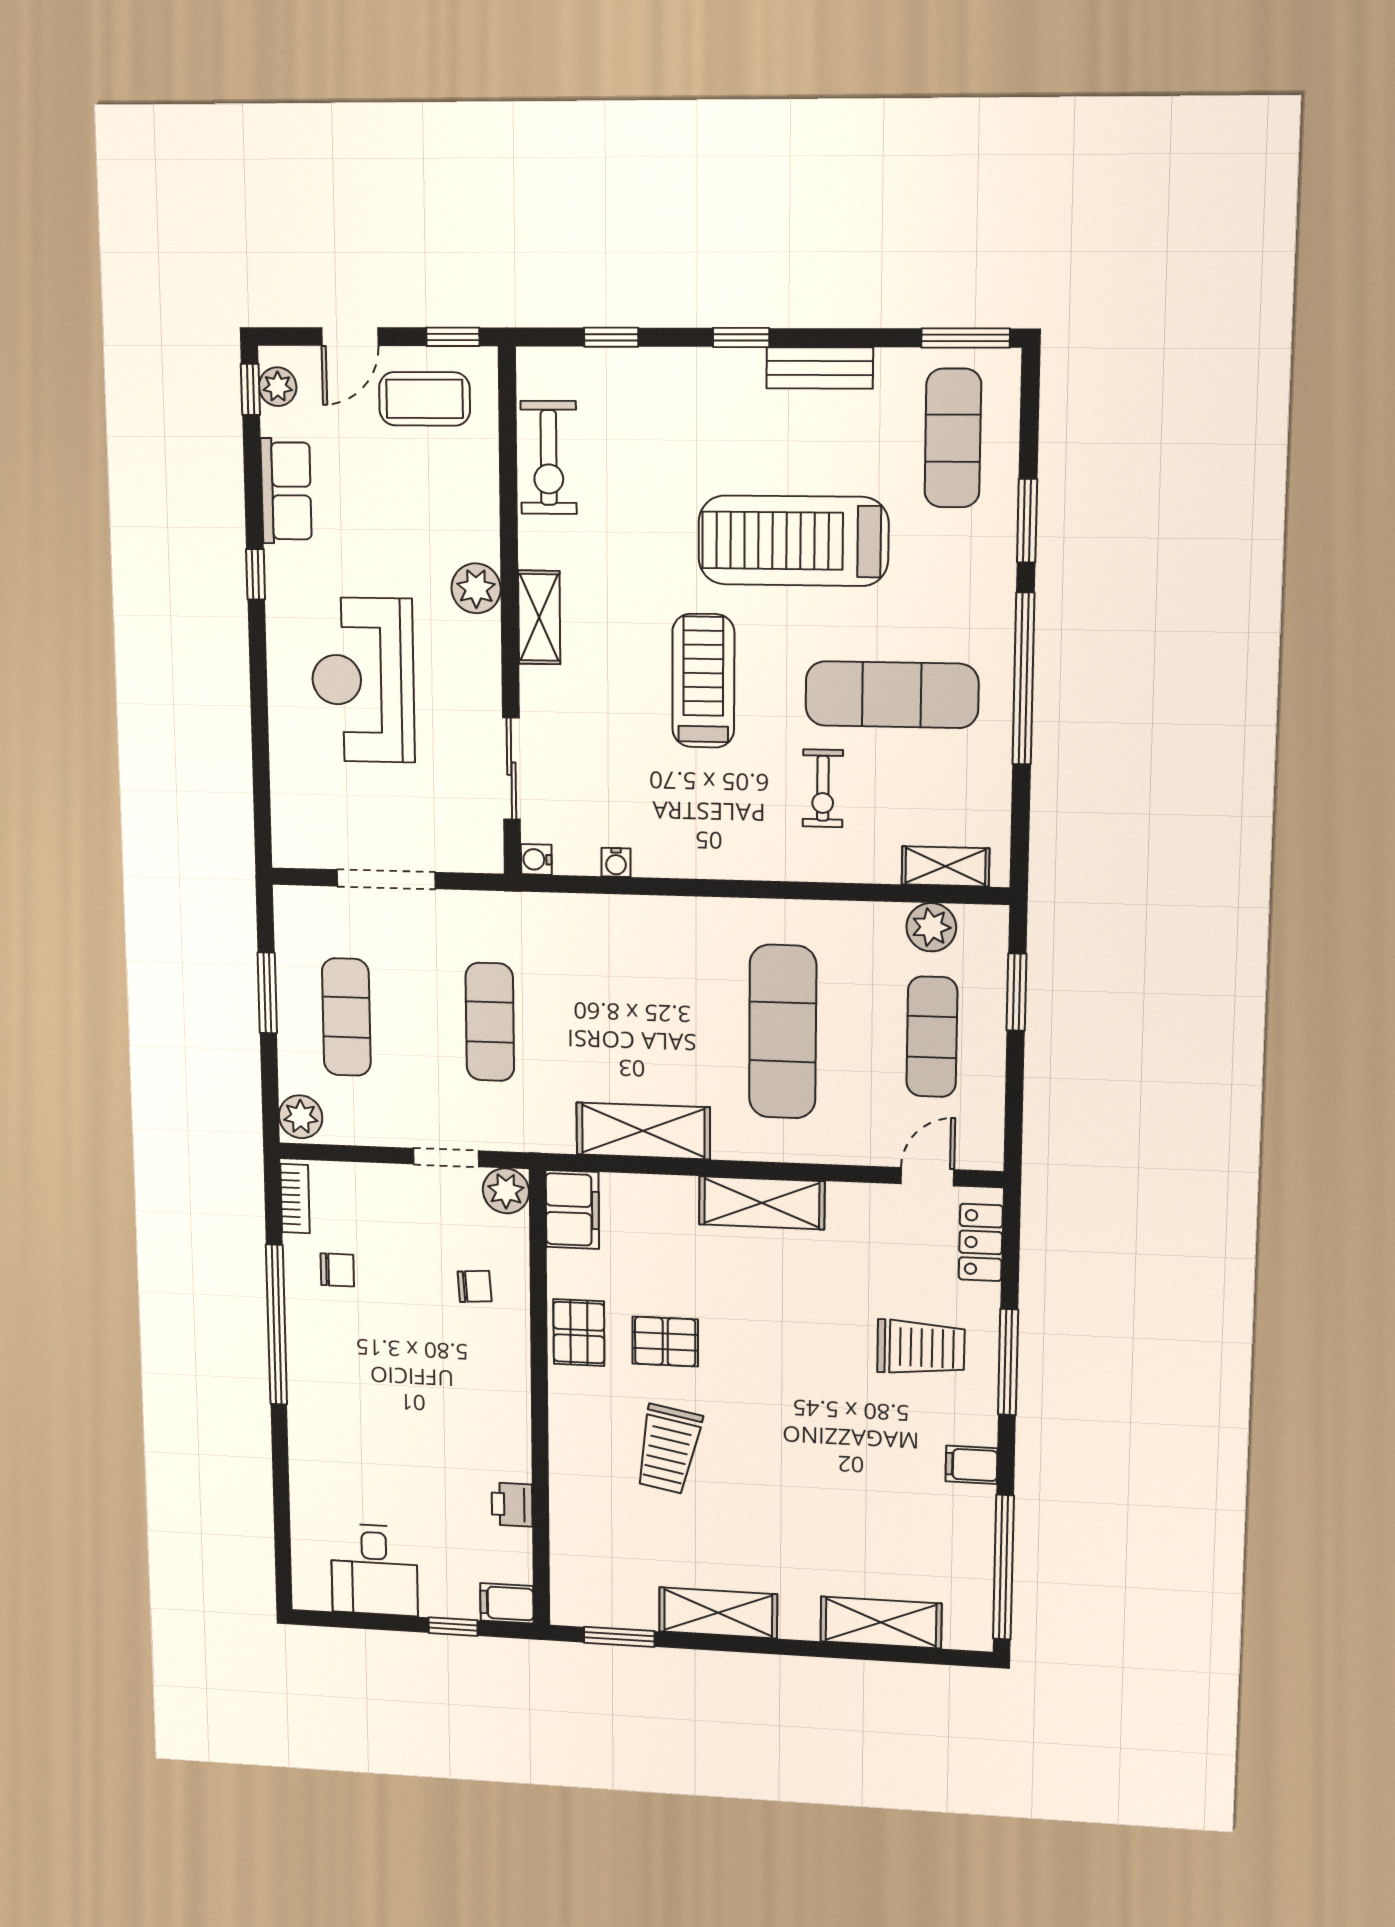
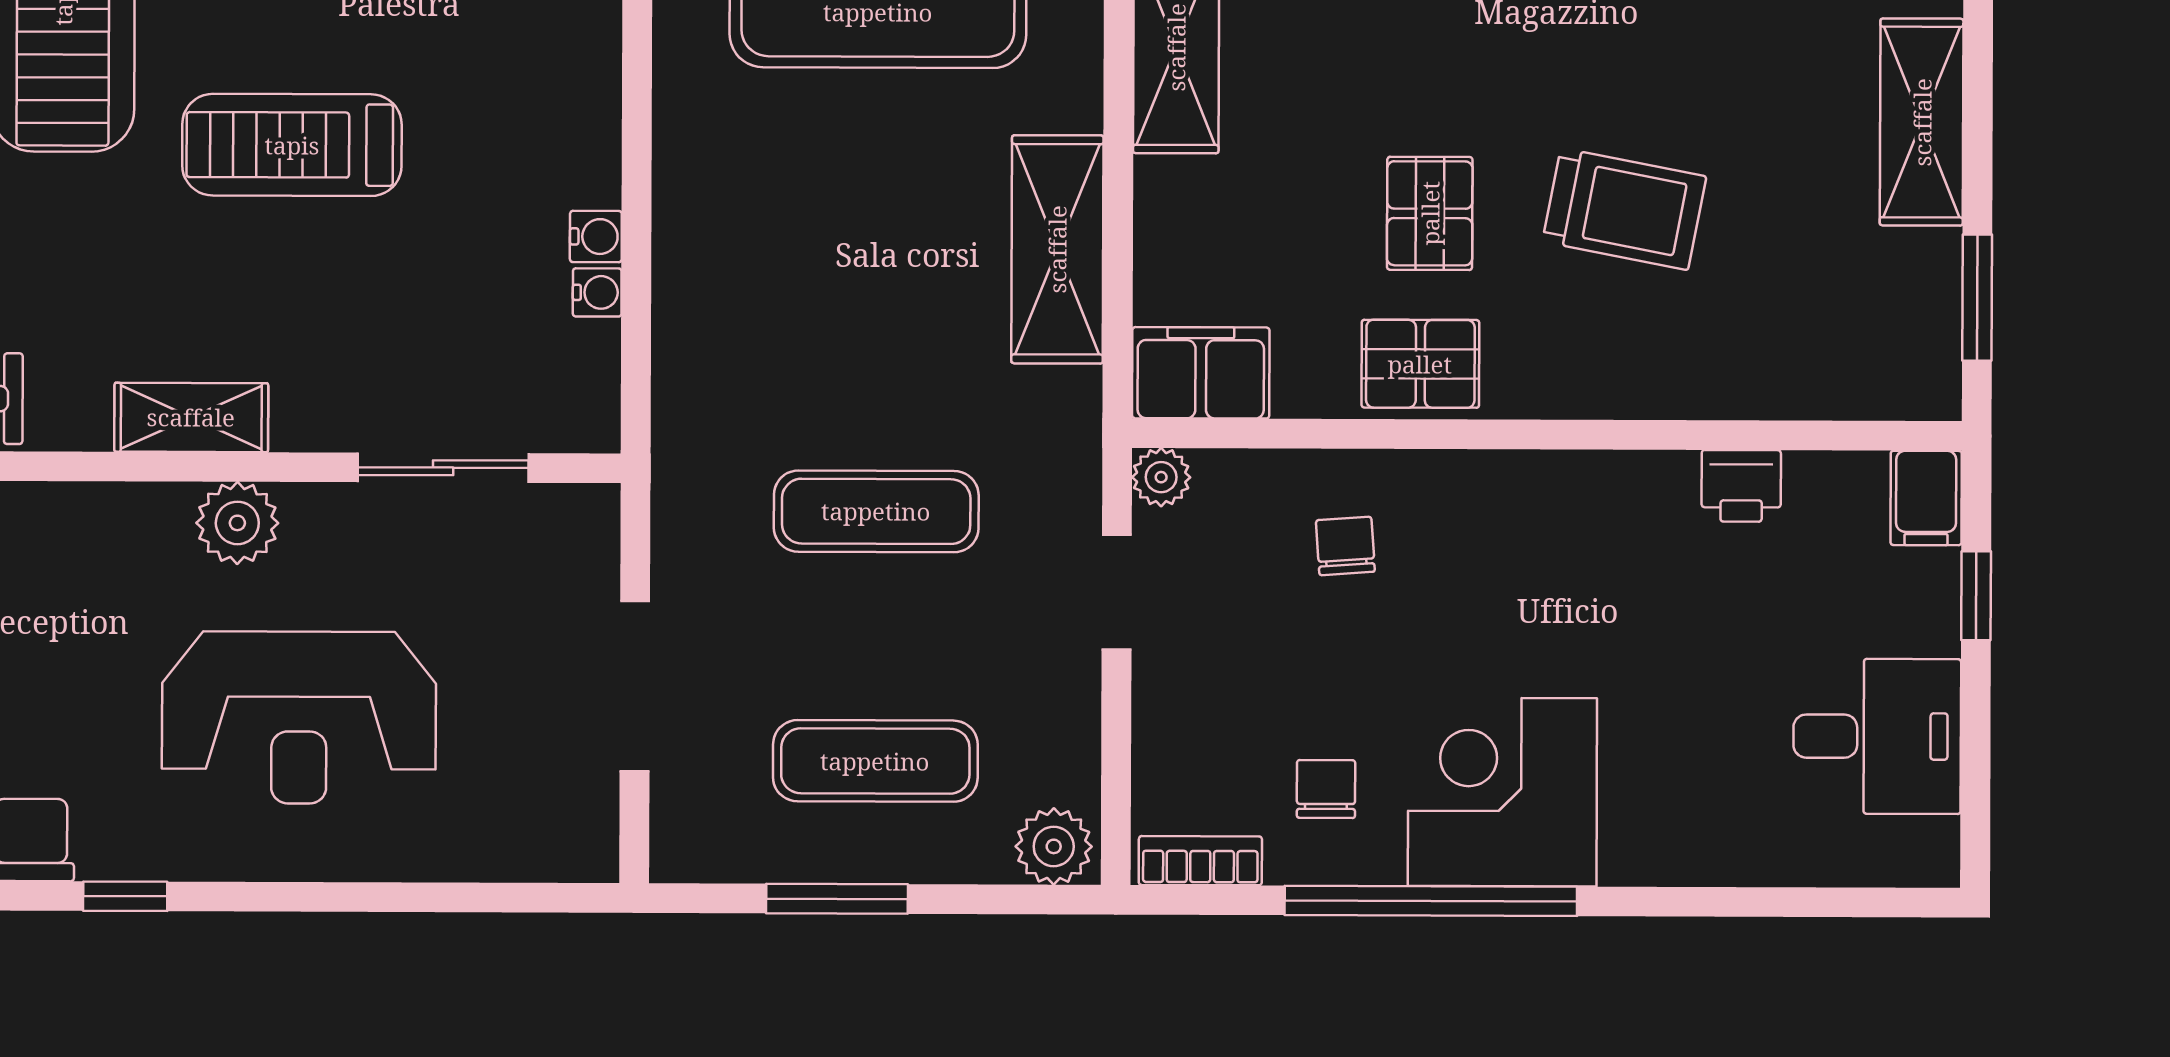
plant: (476, 588) -> (237, 523), moved
water cooler: (536, 859) -> (596, 237), moved, turned -90
plant: (506, 1191) -> (1161, 477), width x0.73, depth x0.73
corner desk: (338, 1367) -> (1502, 792), added

